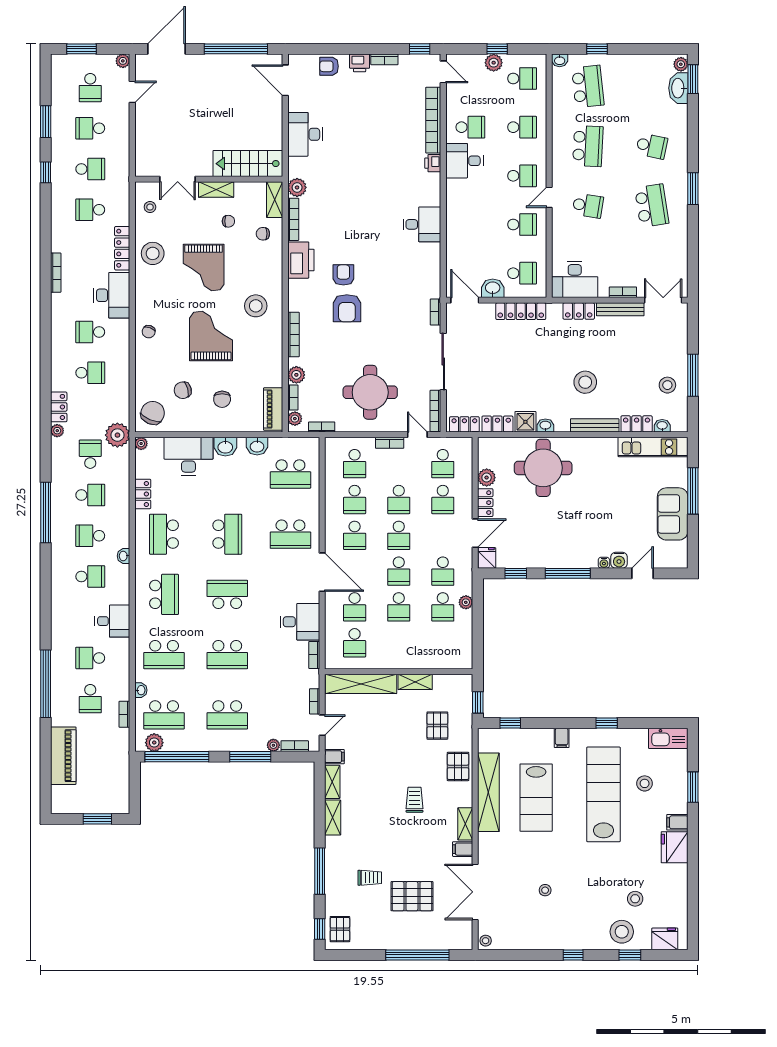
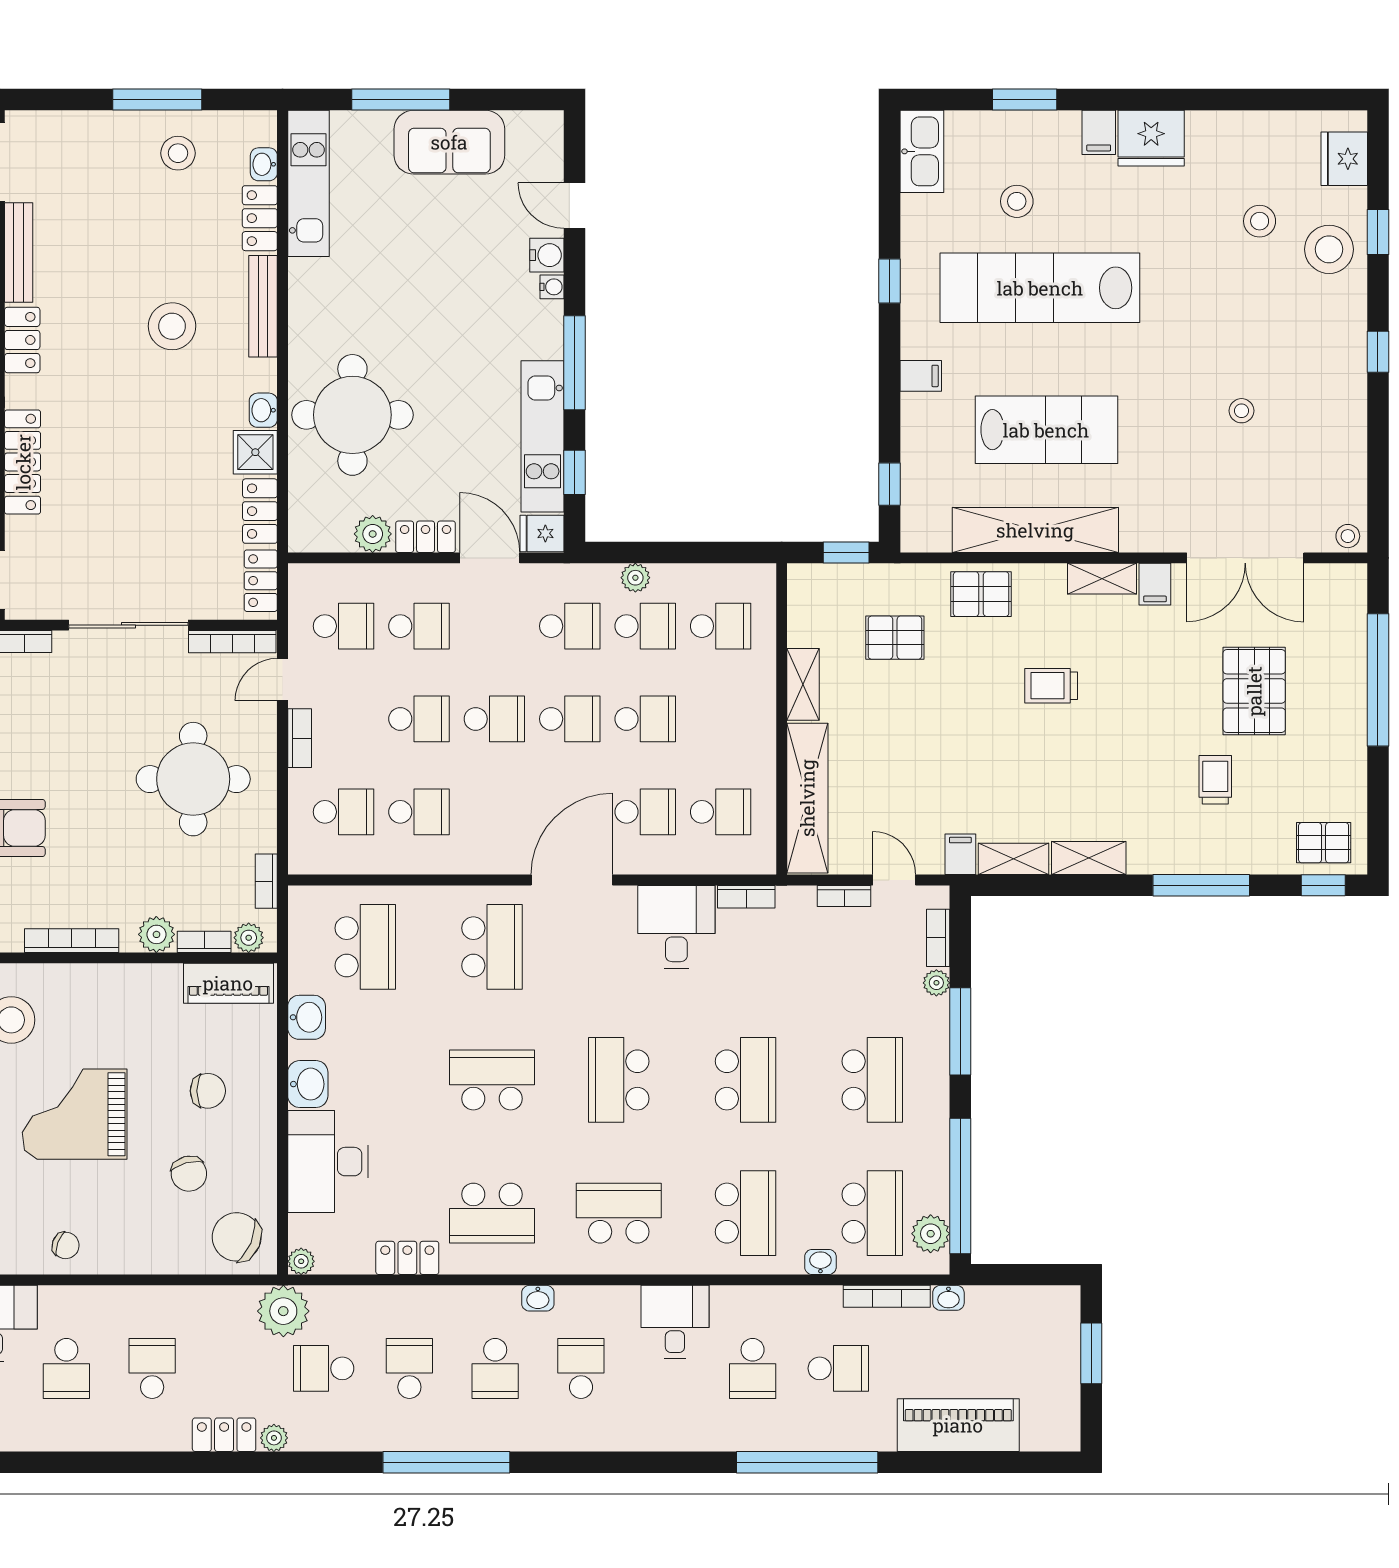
school desk: (355, 535) -> (721, 626), moved
kitchen unit: (533, 558) -> (543, 436), added
bookcase: (124, 714) -> (887, 1296), width x1.56
washbasin: (124, 751) -> (948, 1298), added

